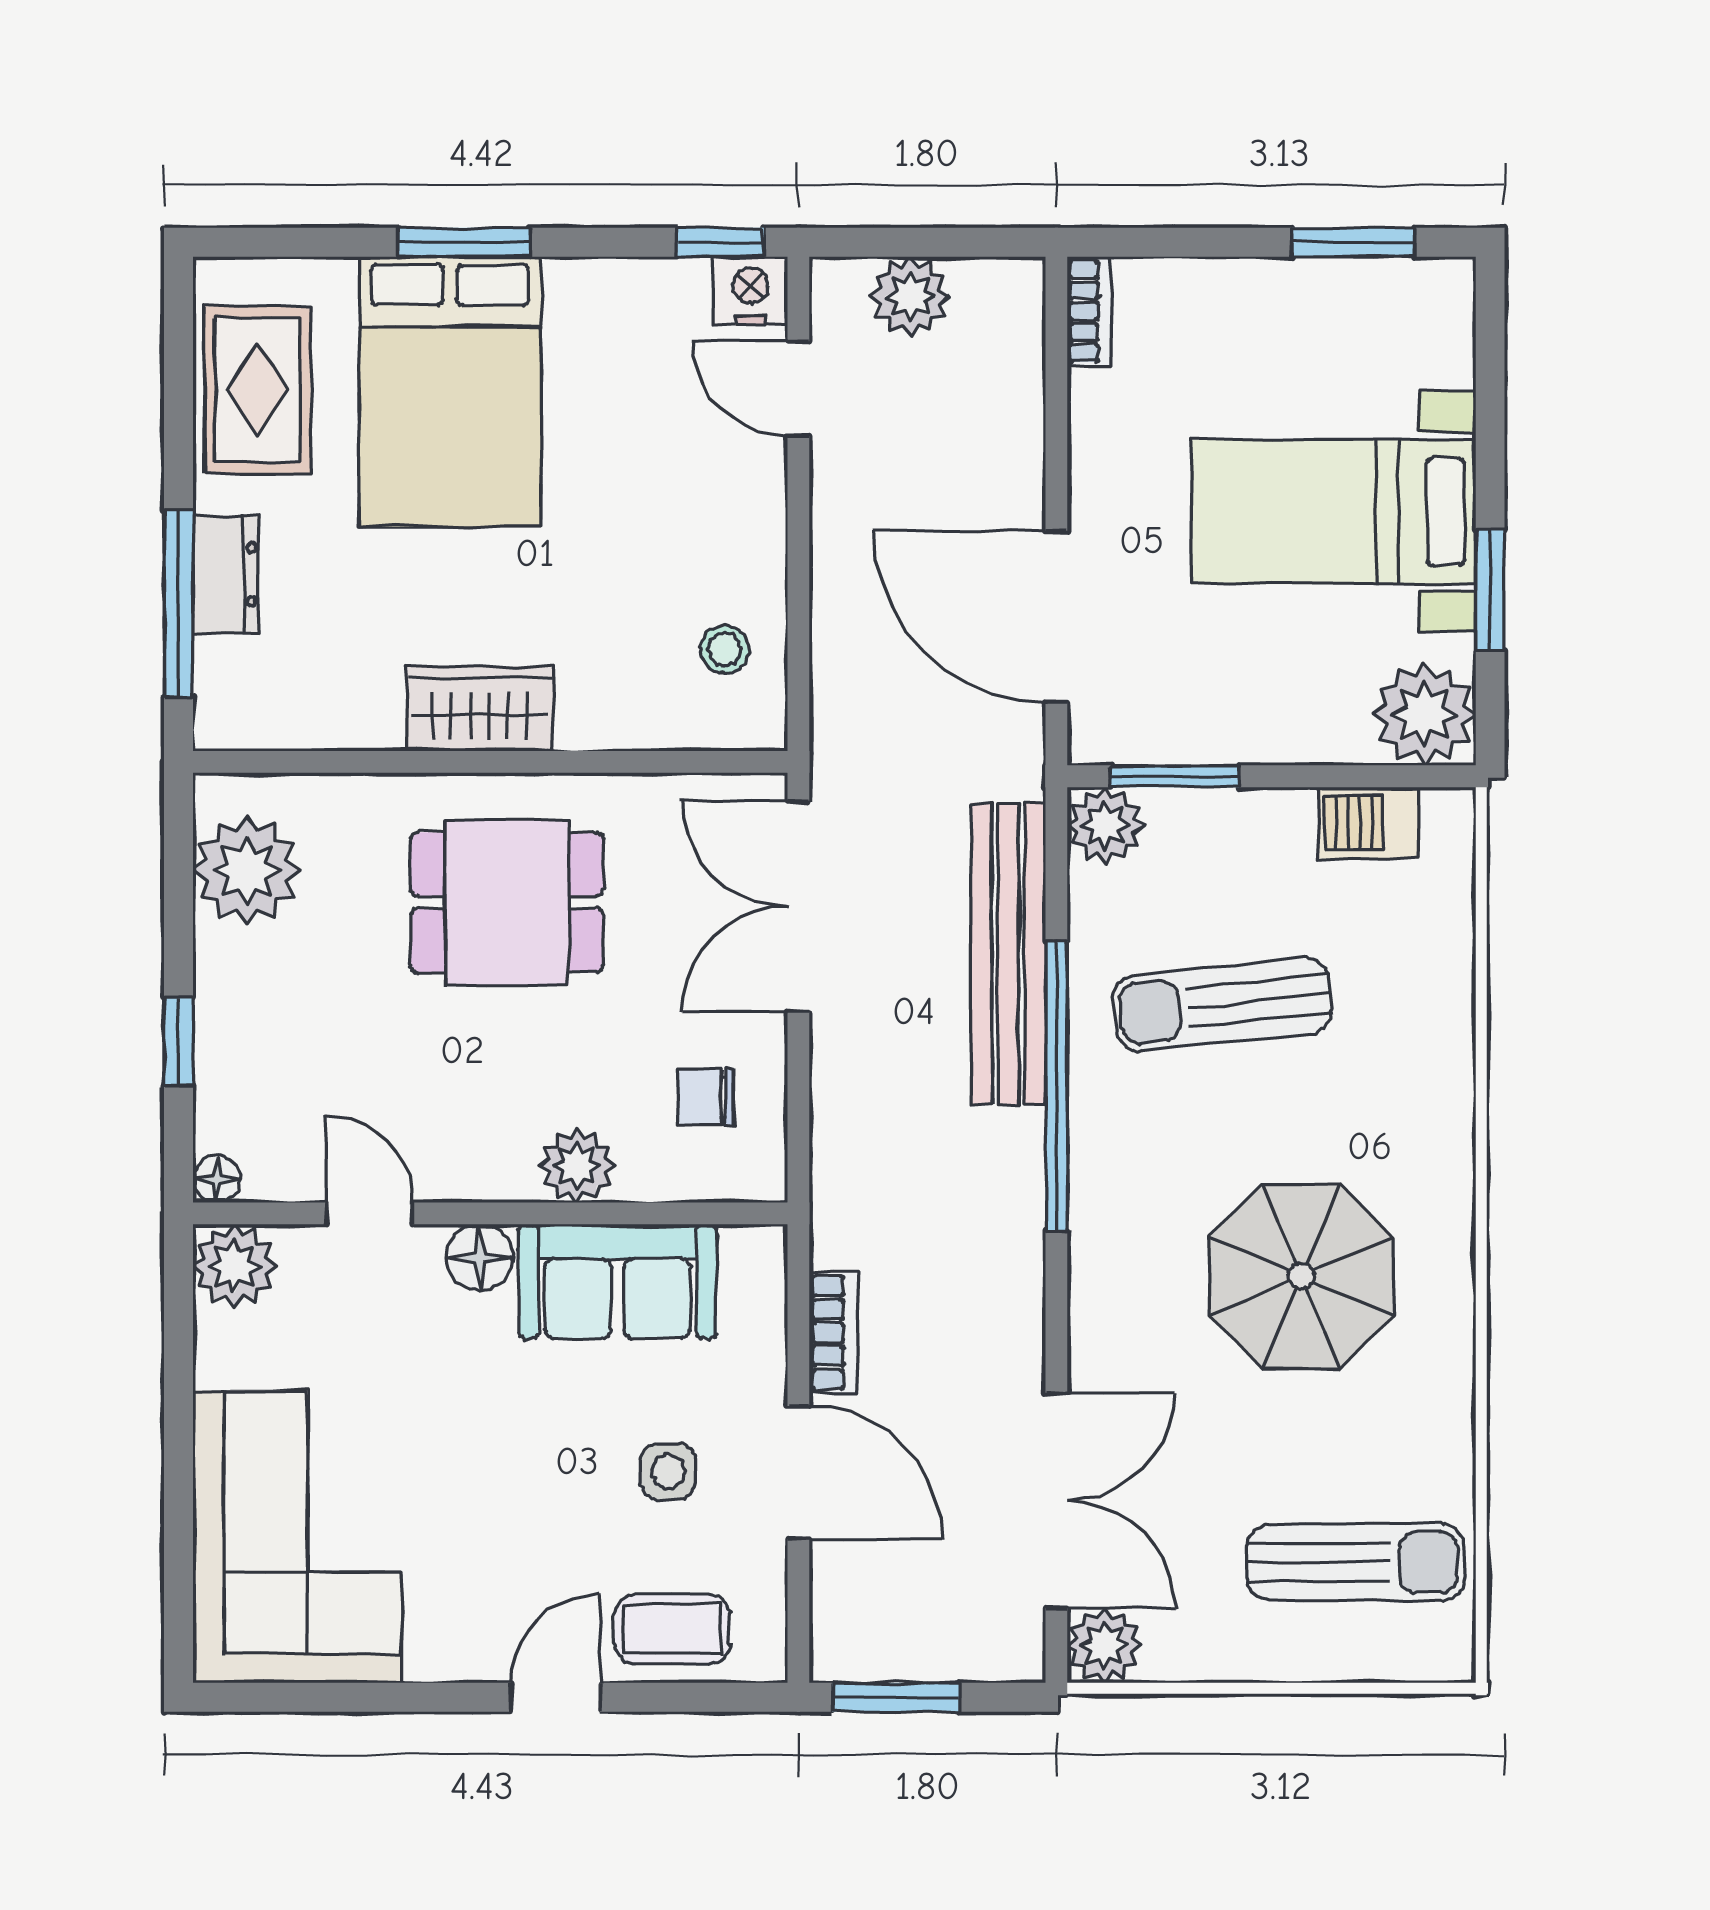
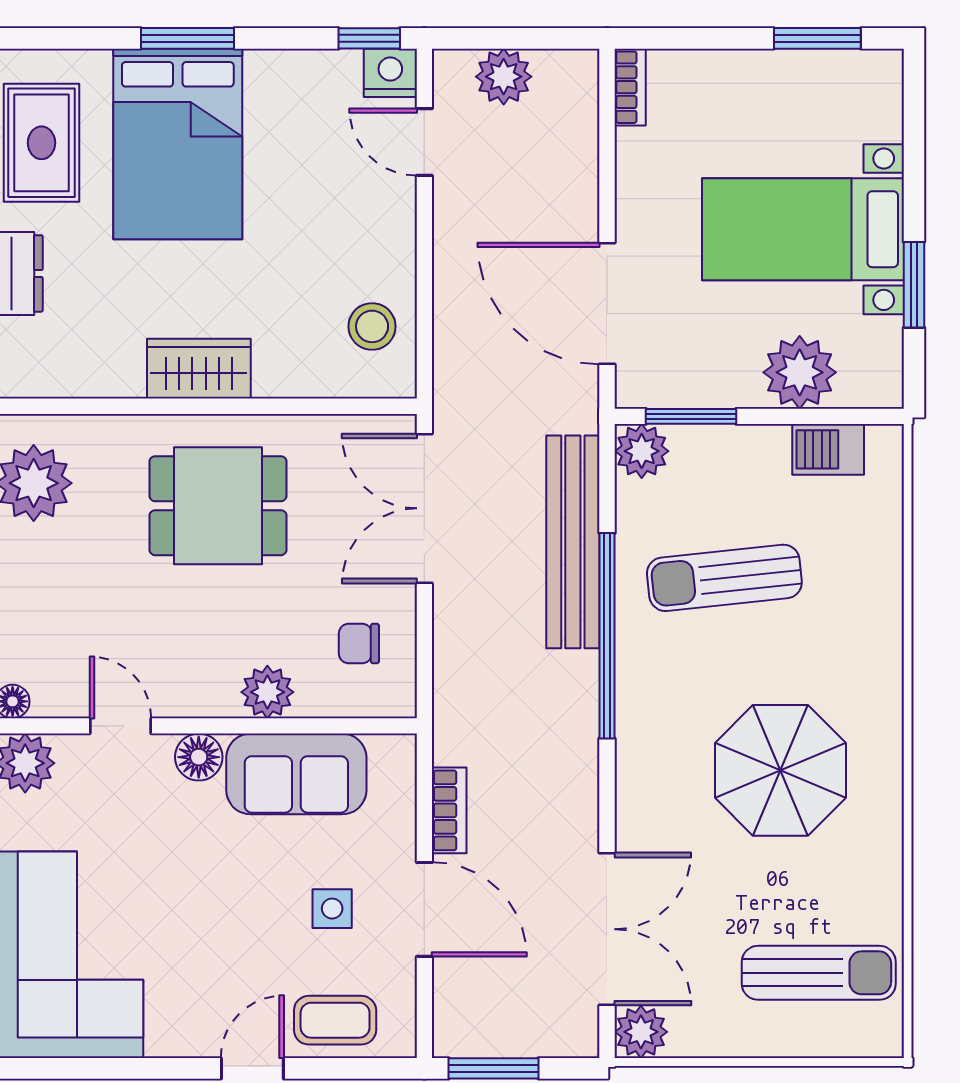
stool: (724, 649) -> (372, 326), width x1.37, depth x1.37
plant: (1424, 714) -> (800, 372), moved

